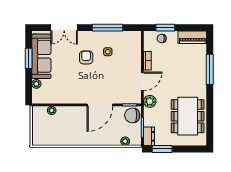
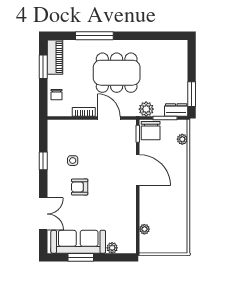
window: (107, 28) -> (43, 161), width x0.46
window: (165, 28) -> (43, 67), moved
plant: (150, 101) -> (146, 109), moved
dining table: (188, 116) -> (117, 73), moved

